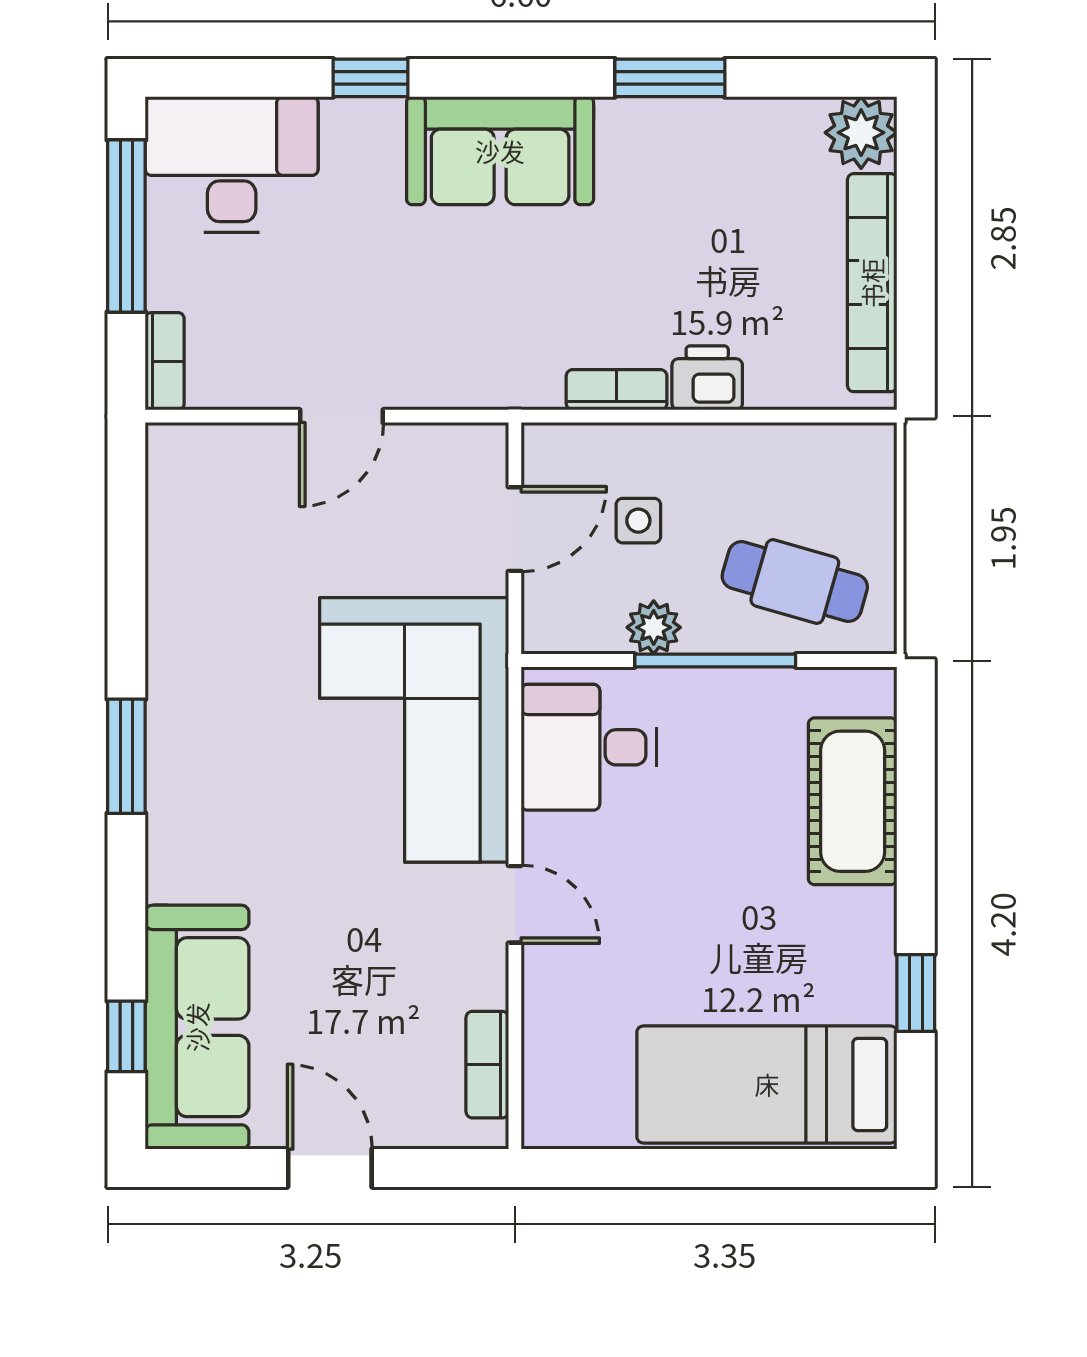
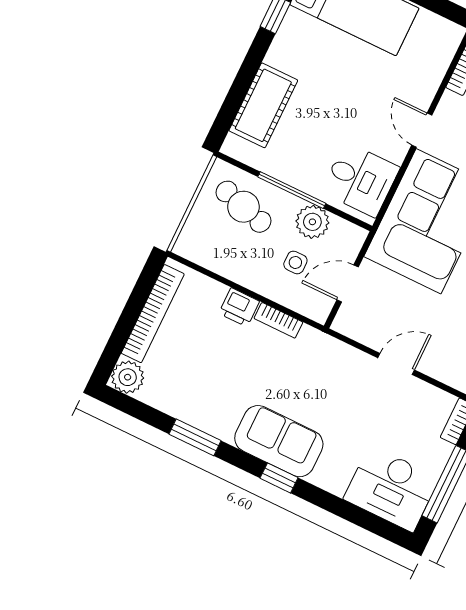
window: (370, 78) -> (279, 478), moved
plant: (654, 627) -> (312, 222), width x1.38, depth x1.38

